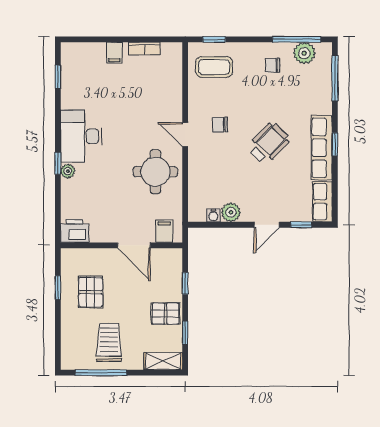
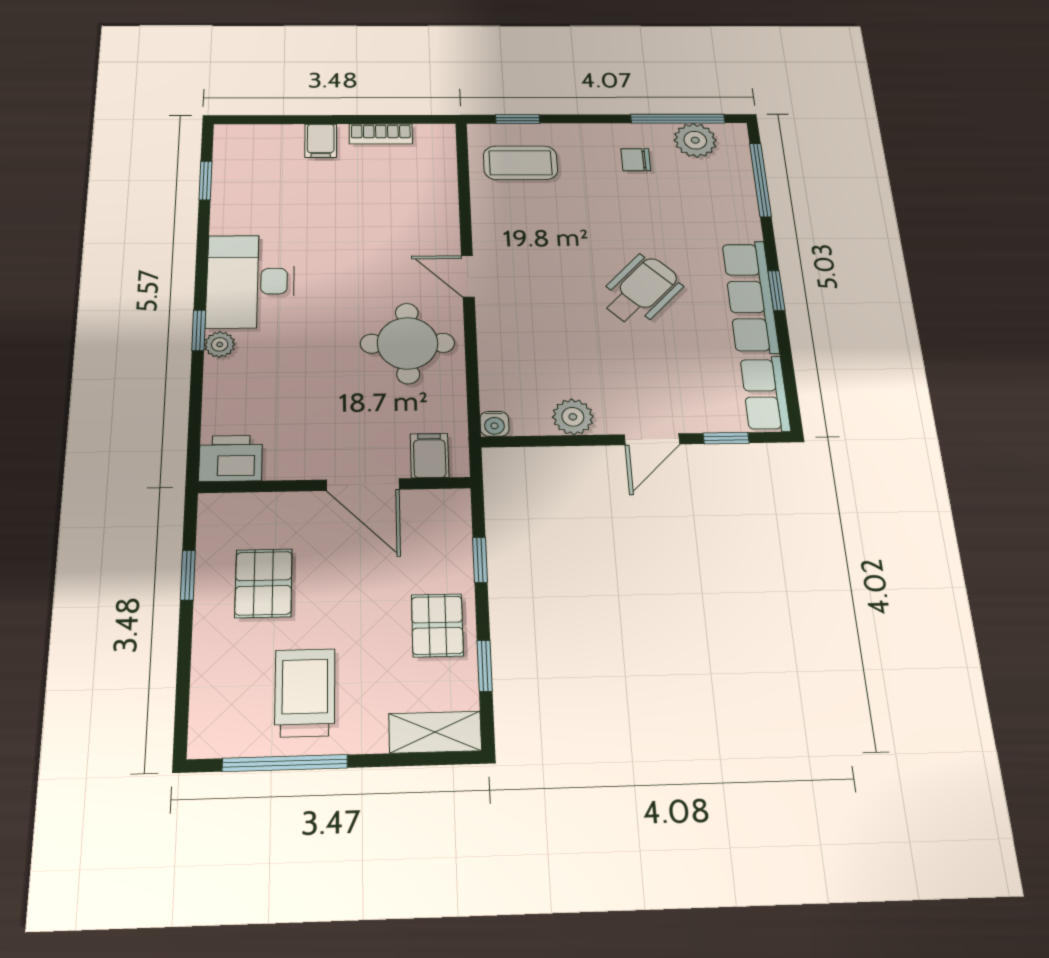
chair: (220, 125) -> (538, 259), removed
water cooler: (213, 215) -> (494, 424), moved
pallet: (165, 314) -> (437, 625), turned 90

